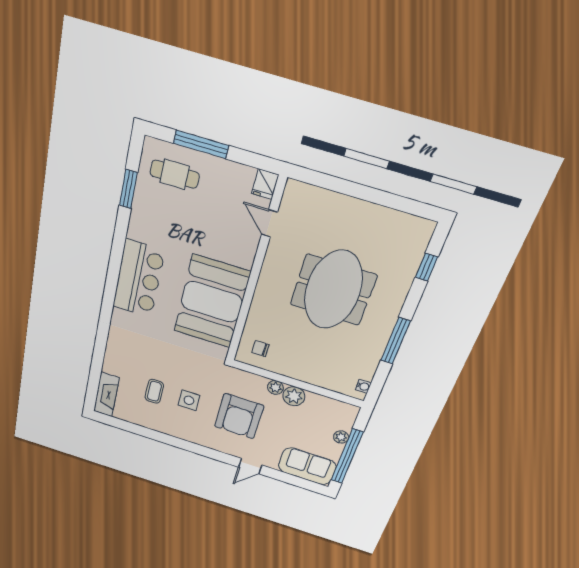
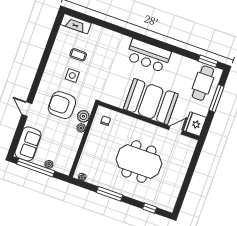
cafe table: (175, 174) -> (203, 83), width x1.37, depth x1.35
fridge: (265, 184) -> (195, 124), width x1.88, depth x1.34
window: (128, 189) -> (208, 61), moved
booth: (212, 302) -> (151, 102), moved
plant: (294, 396) -> (83, 116), moved

